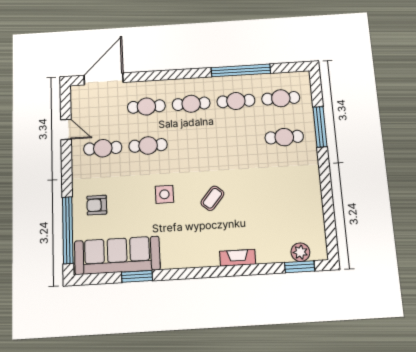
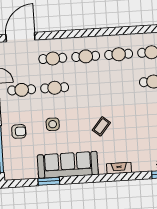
window: (241, 70) -> (122, 31), removed
side table: (164, 194) -> (53, 124), moved
armchair: (97, 205) -> (19, 131), turned 180
sofa: (117, 255) -> (68, 165), moved

